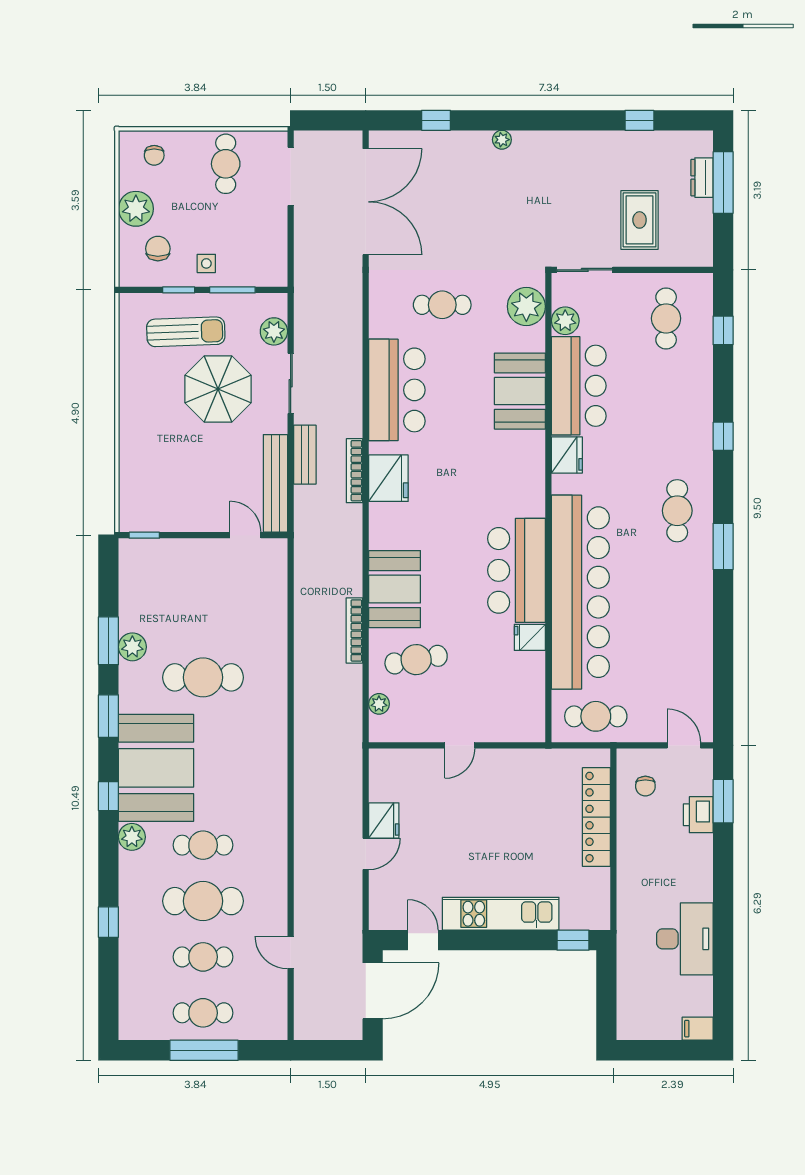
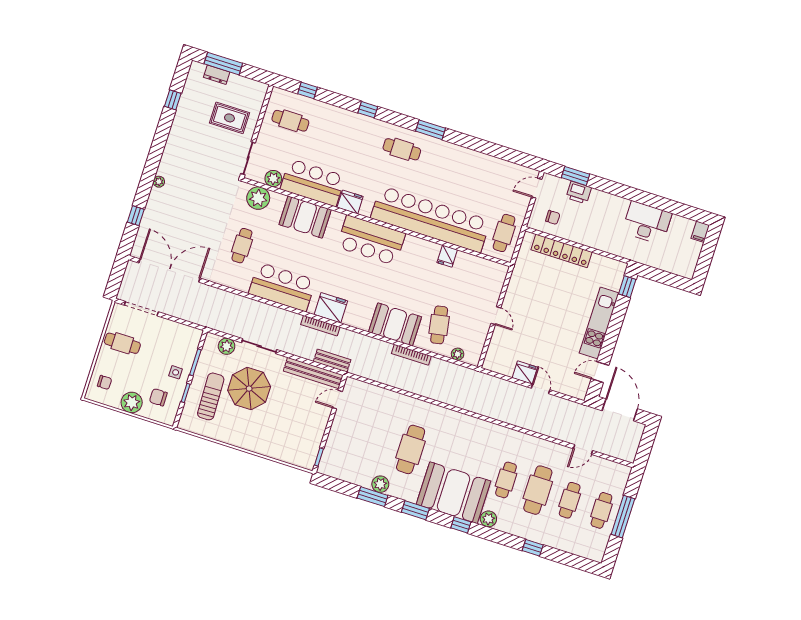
bench: (305, 455) -> (332, 361), moved
bar counter: (517, 570) -> (371, 240), moved

